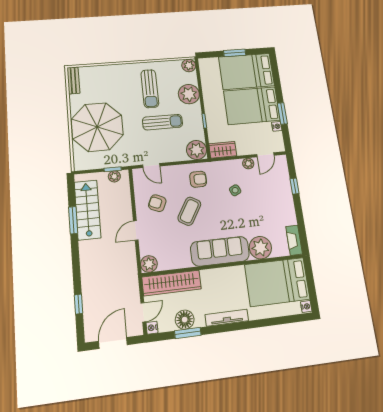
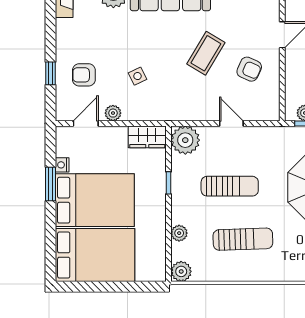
window: (235, 53) -> (109, 287), removed
sun lounger: (150, 89) -> (243, 239), turned 88
plant: (189, 94) -> (179, 233), width x0.53, depth x0.53
sun lounger: (162, 122) -> (230, 186), turned 180
door: (151, 166) -> (231, 123), moved
armchair: (198, 179) -> (84, 75), moved

